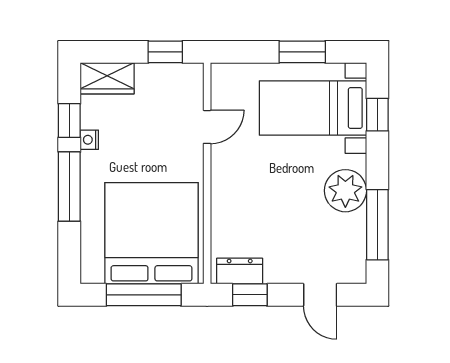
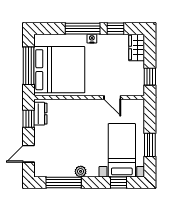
nightstand: (89, 140) -> (92, 39), moved
plant: (345, 191) -> (81, 171), width x0.53, depth x0.53

